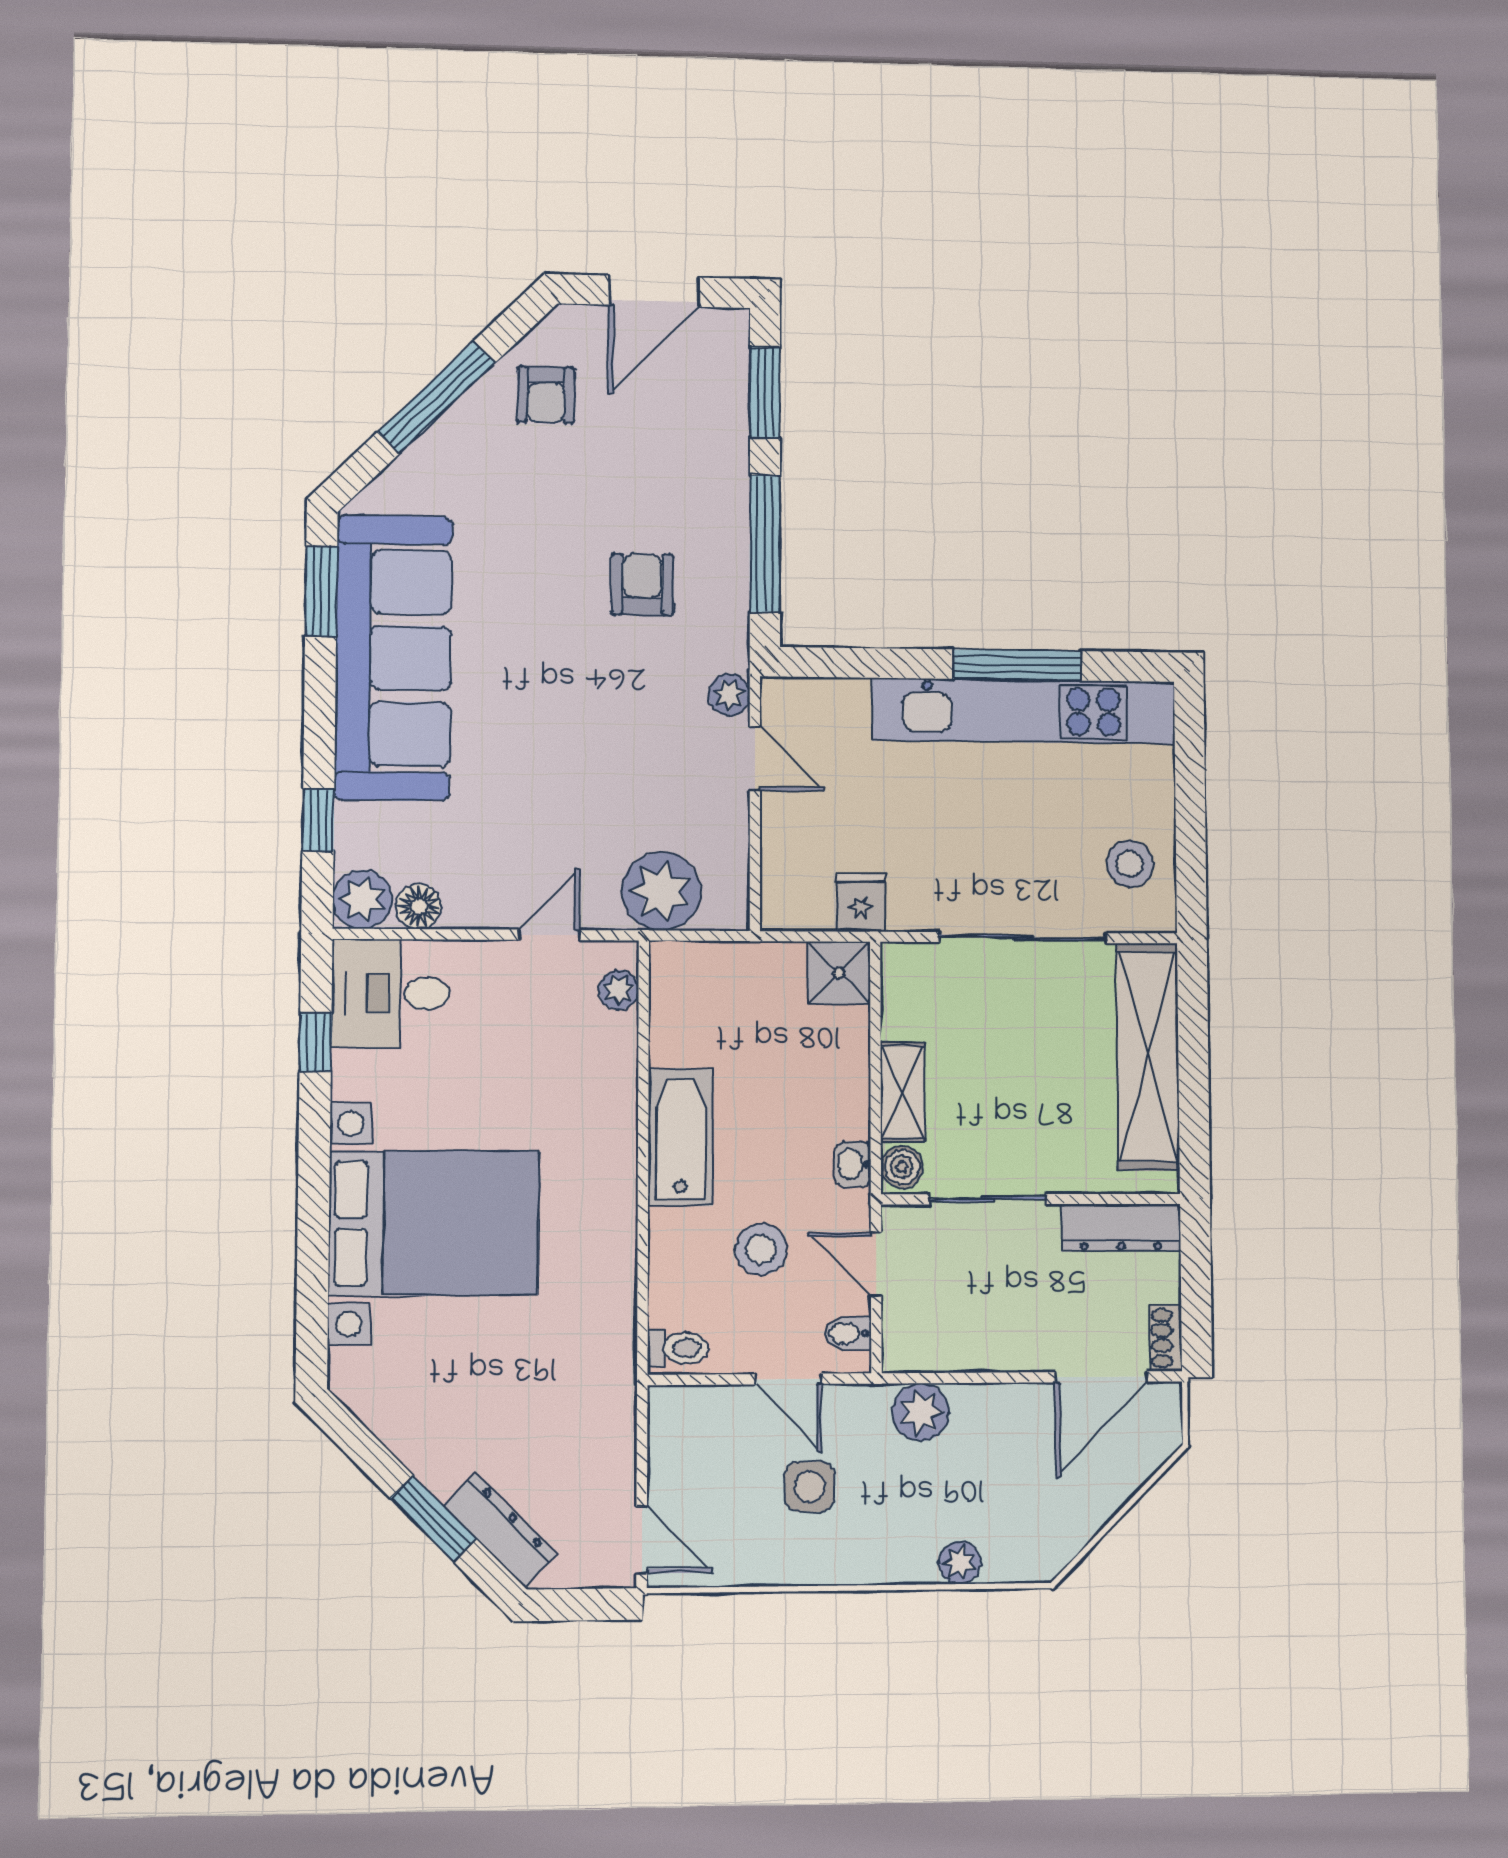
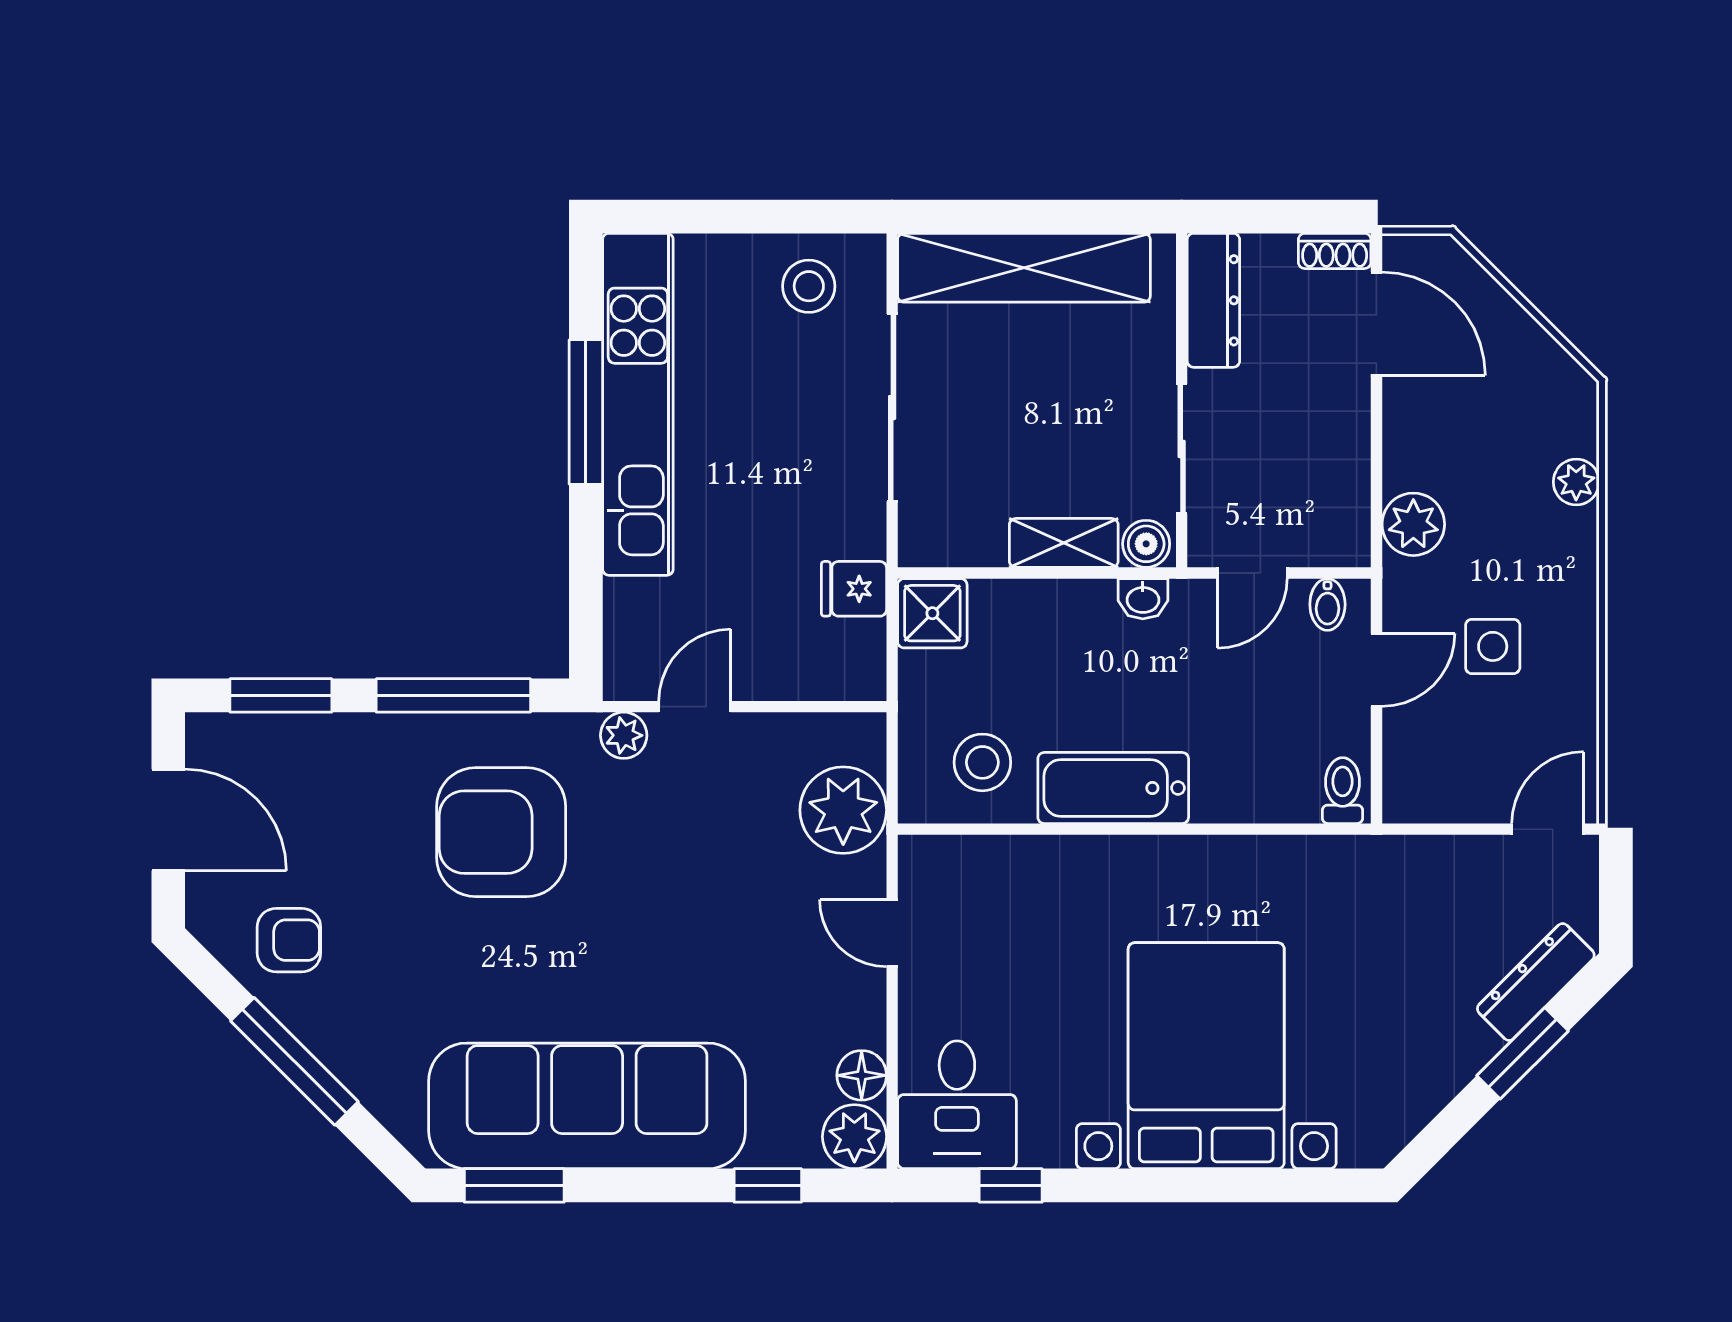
armchair: (642, 584) -> (501, 832), width x1.88, depth x1.88
plant: (619, 990) -> (952, 856), removed
stool: (761, 1249) -> (982, 762), moved

